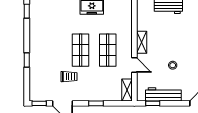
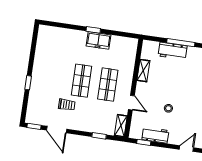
window: (27, 11) -> (35, 35), removed
shelving: (142, 42) -> (143, 71), moved
workbench: (163, 94) -> (155, 135), width x0.73
window: (96, 103) -> (99, 136), moved

